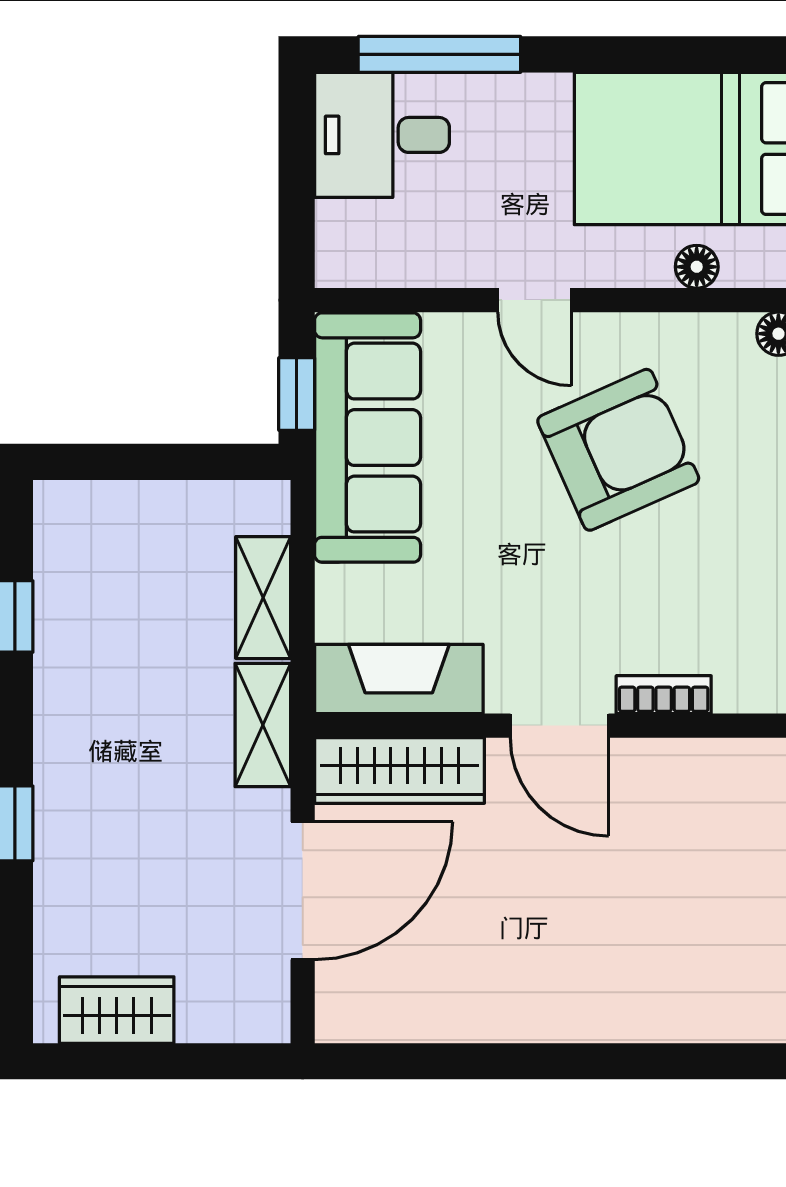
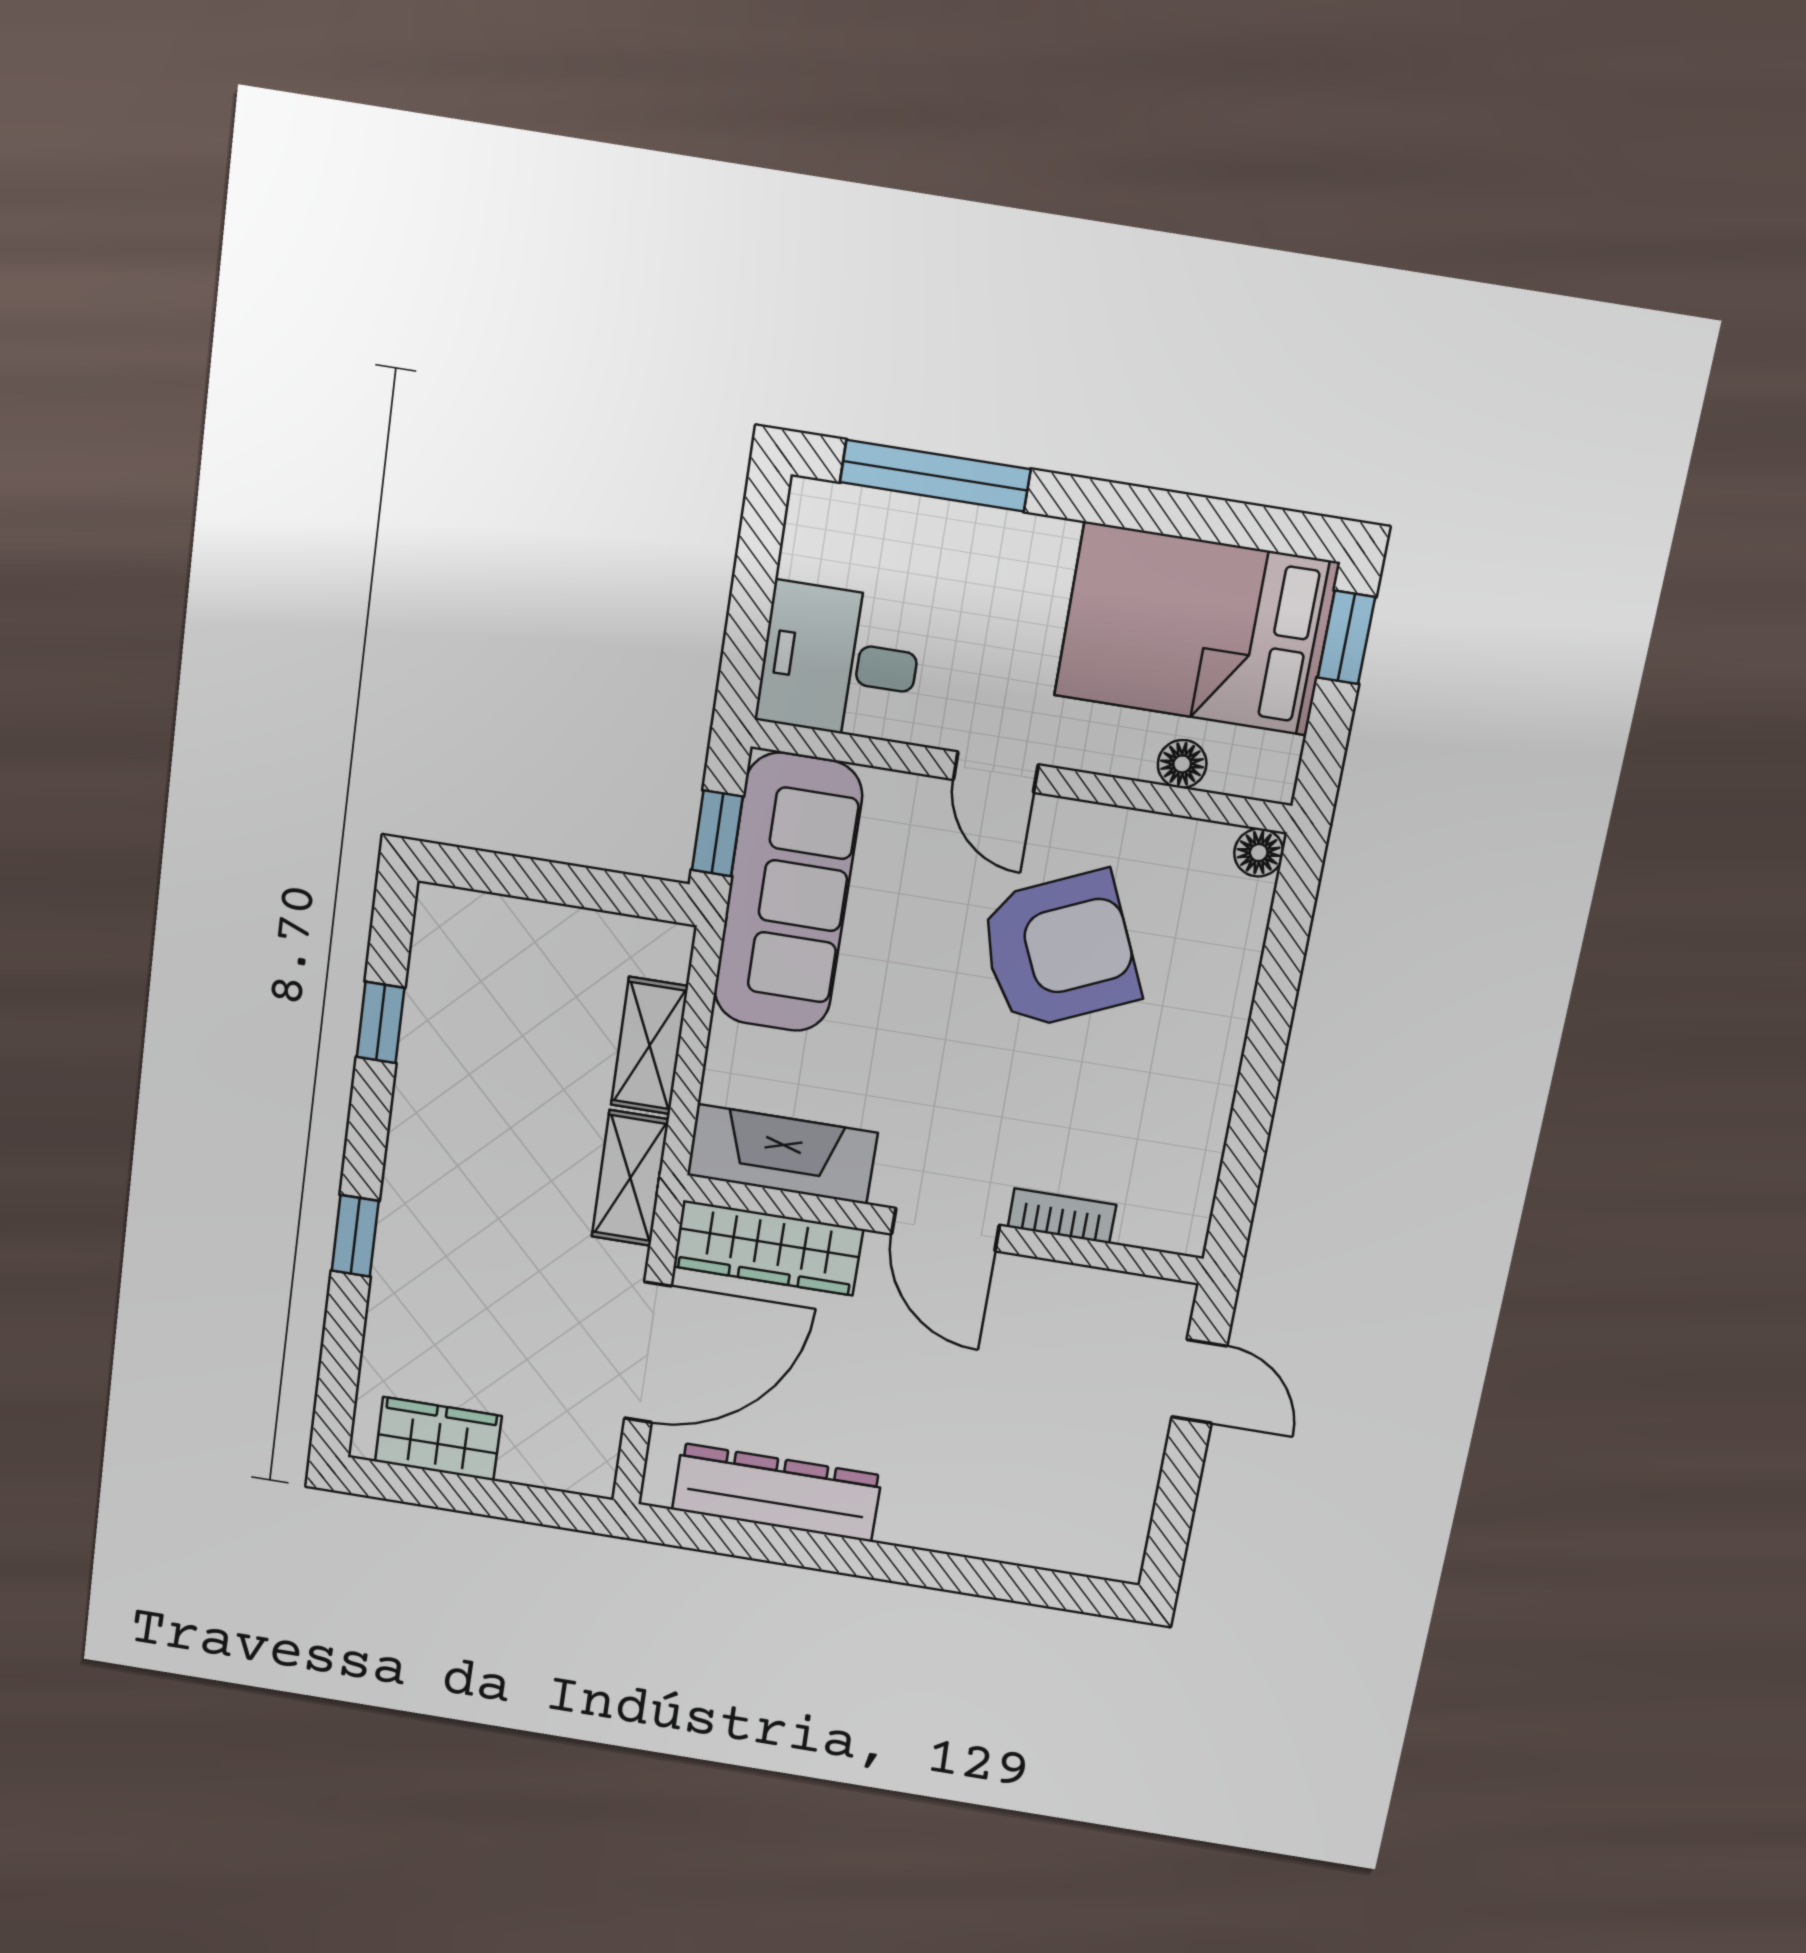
desk: (382, 135) -> (840, 662), moved
dresser: (444, 1009) -> (777, 1493), added

